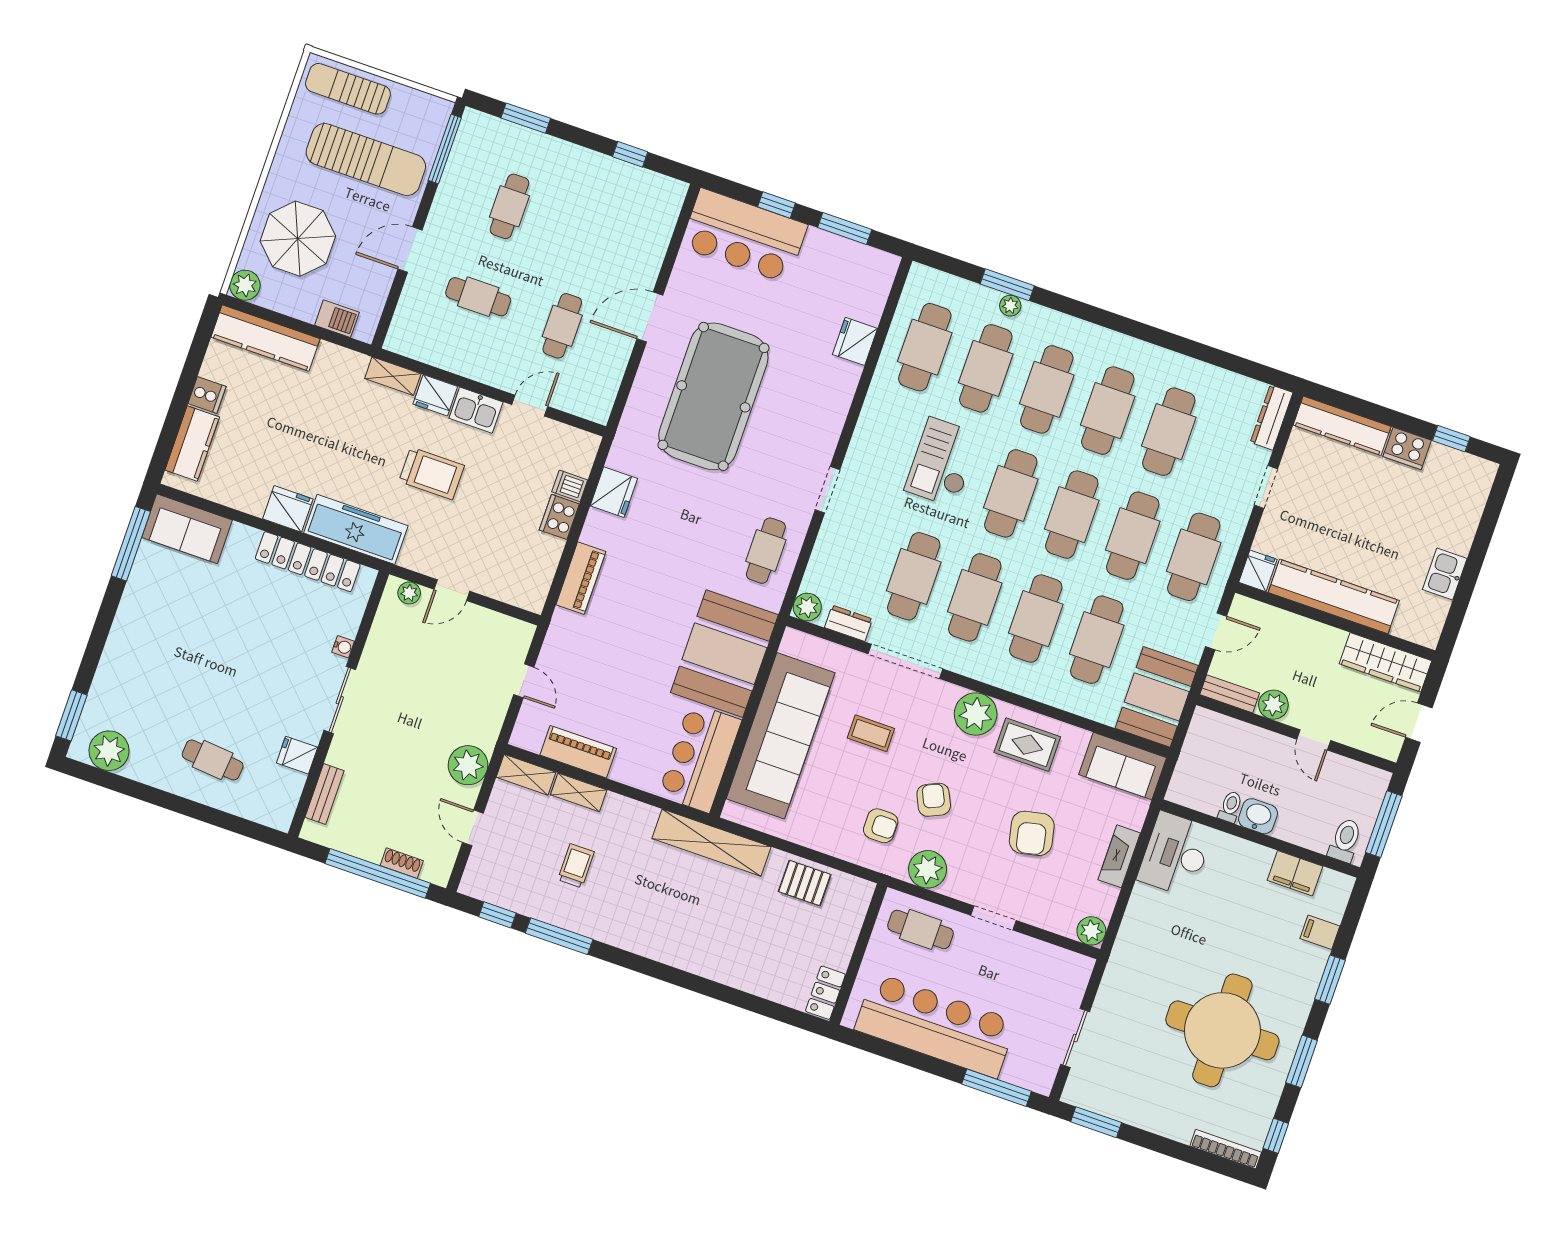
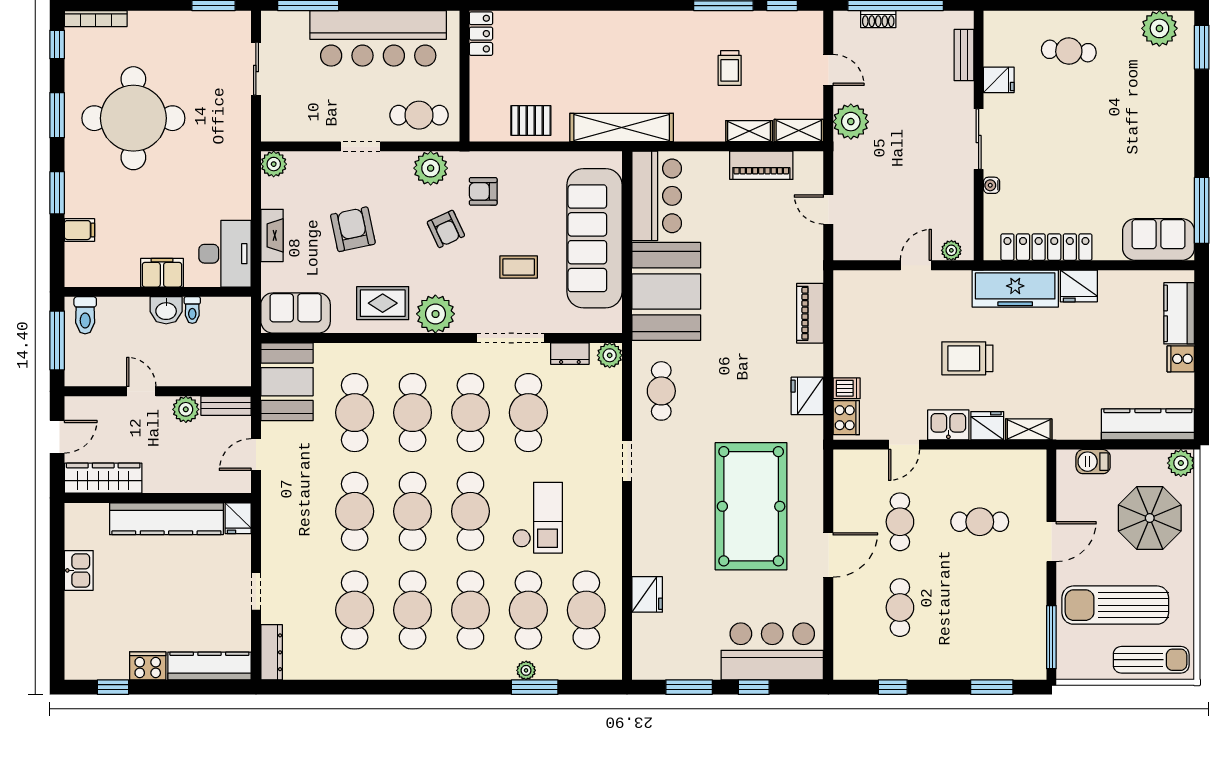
cafe table: (510, 206) -> (900, 608), moved
cooker: (559, 517) -> (846, 418), moved
cafe table: (1194, 557) -> (297, 511), removed
filing cabinet: (1295, 873) -> (162, 273), moved

